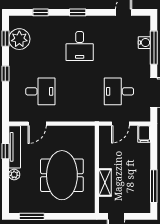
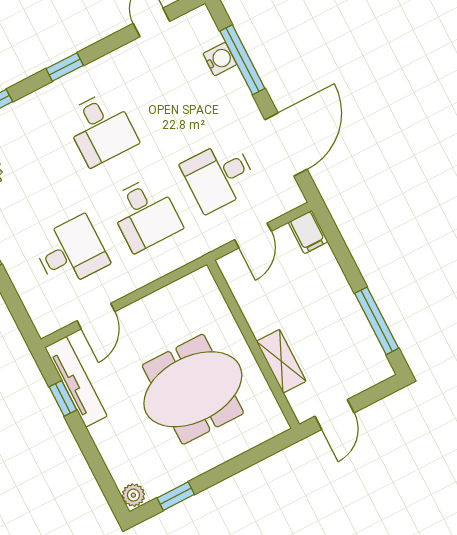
desk: (80, 91) -> (145, 214), added
plant: (14, 175) -> (133, 495), moved
meeting table: (62, 175) -> (193, 389), turned 90
window: (32, 216) -> (176, 496), width x0.67

